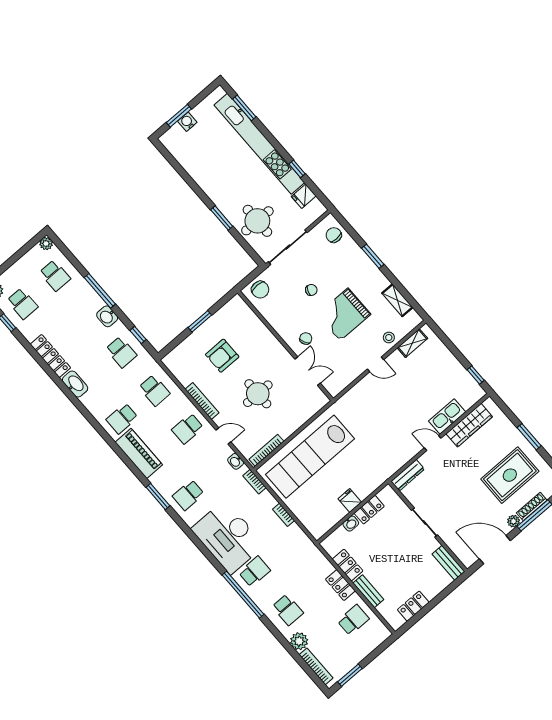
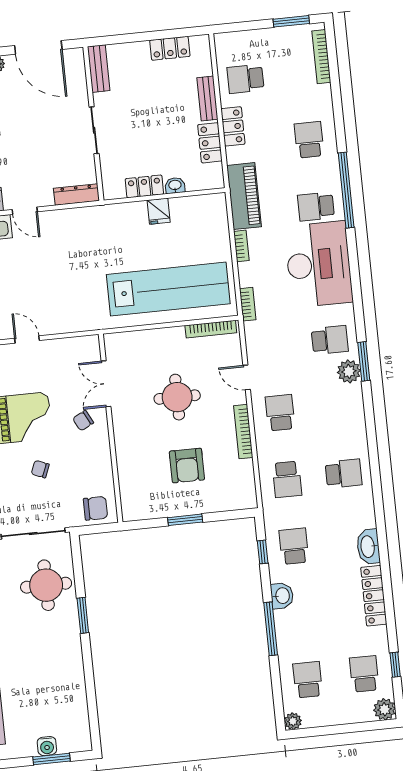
chair: (260, 290) -> (95, 508), turned 90
armchair: (222, 356) -> (187, 466), turned 90
school desk: (154, 390) -> (287, 479), turned 180
school desk: (188, 429) -> (280, 413), turned -90
piano: (139, 454) -> (244, 196), moved, turned 180
washbasin: (236, 461) -> (253, 341), removed
plant: (299, 641) -> (349, 371), moved

